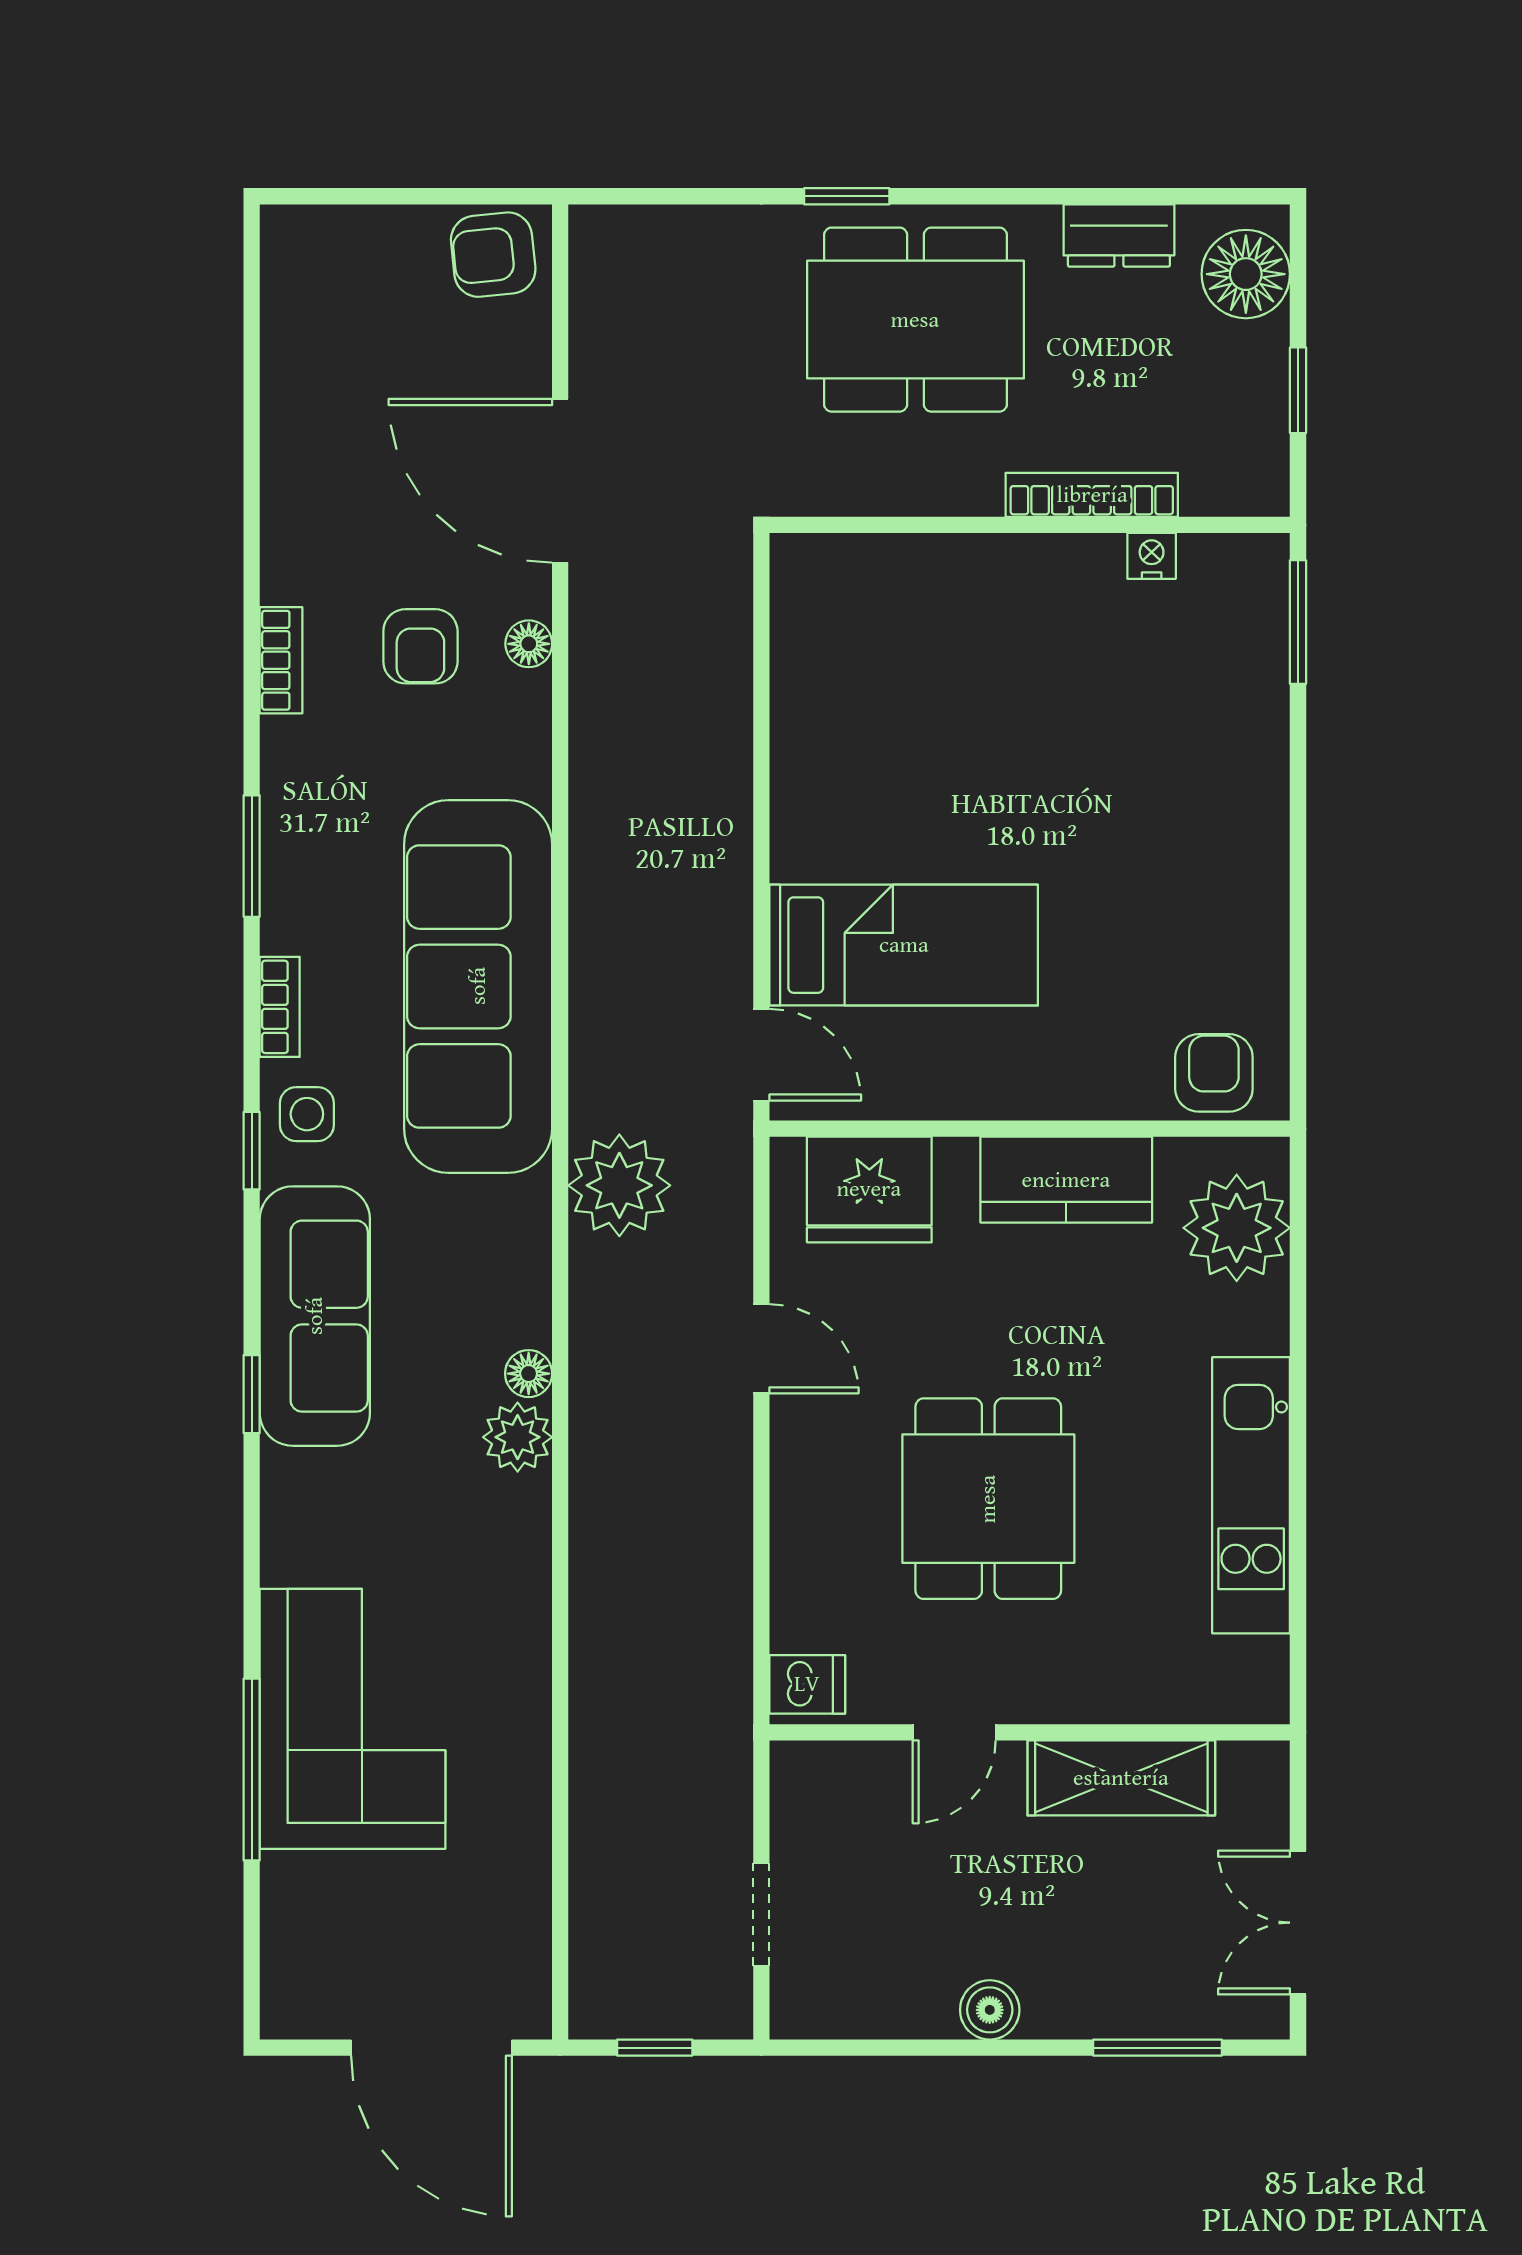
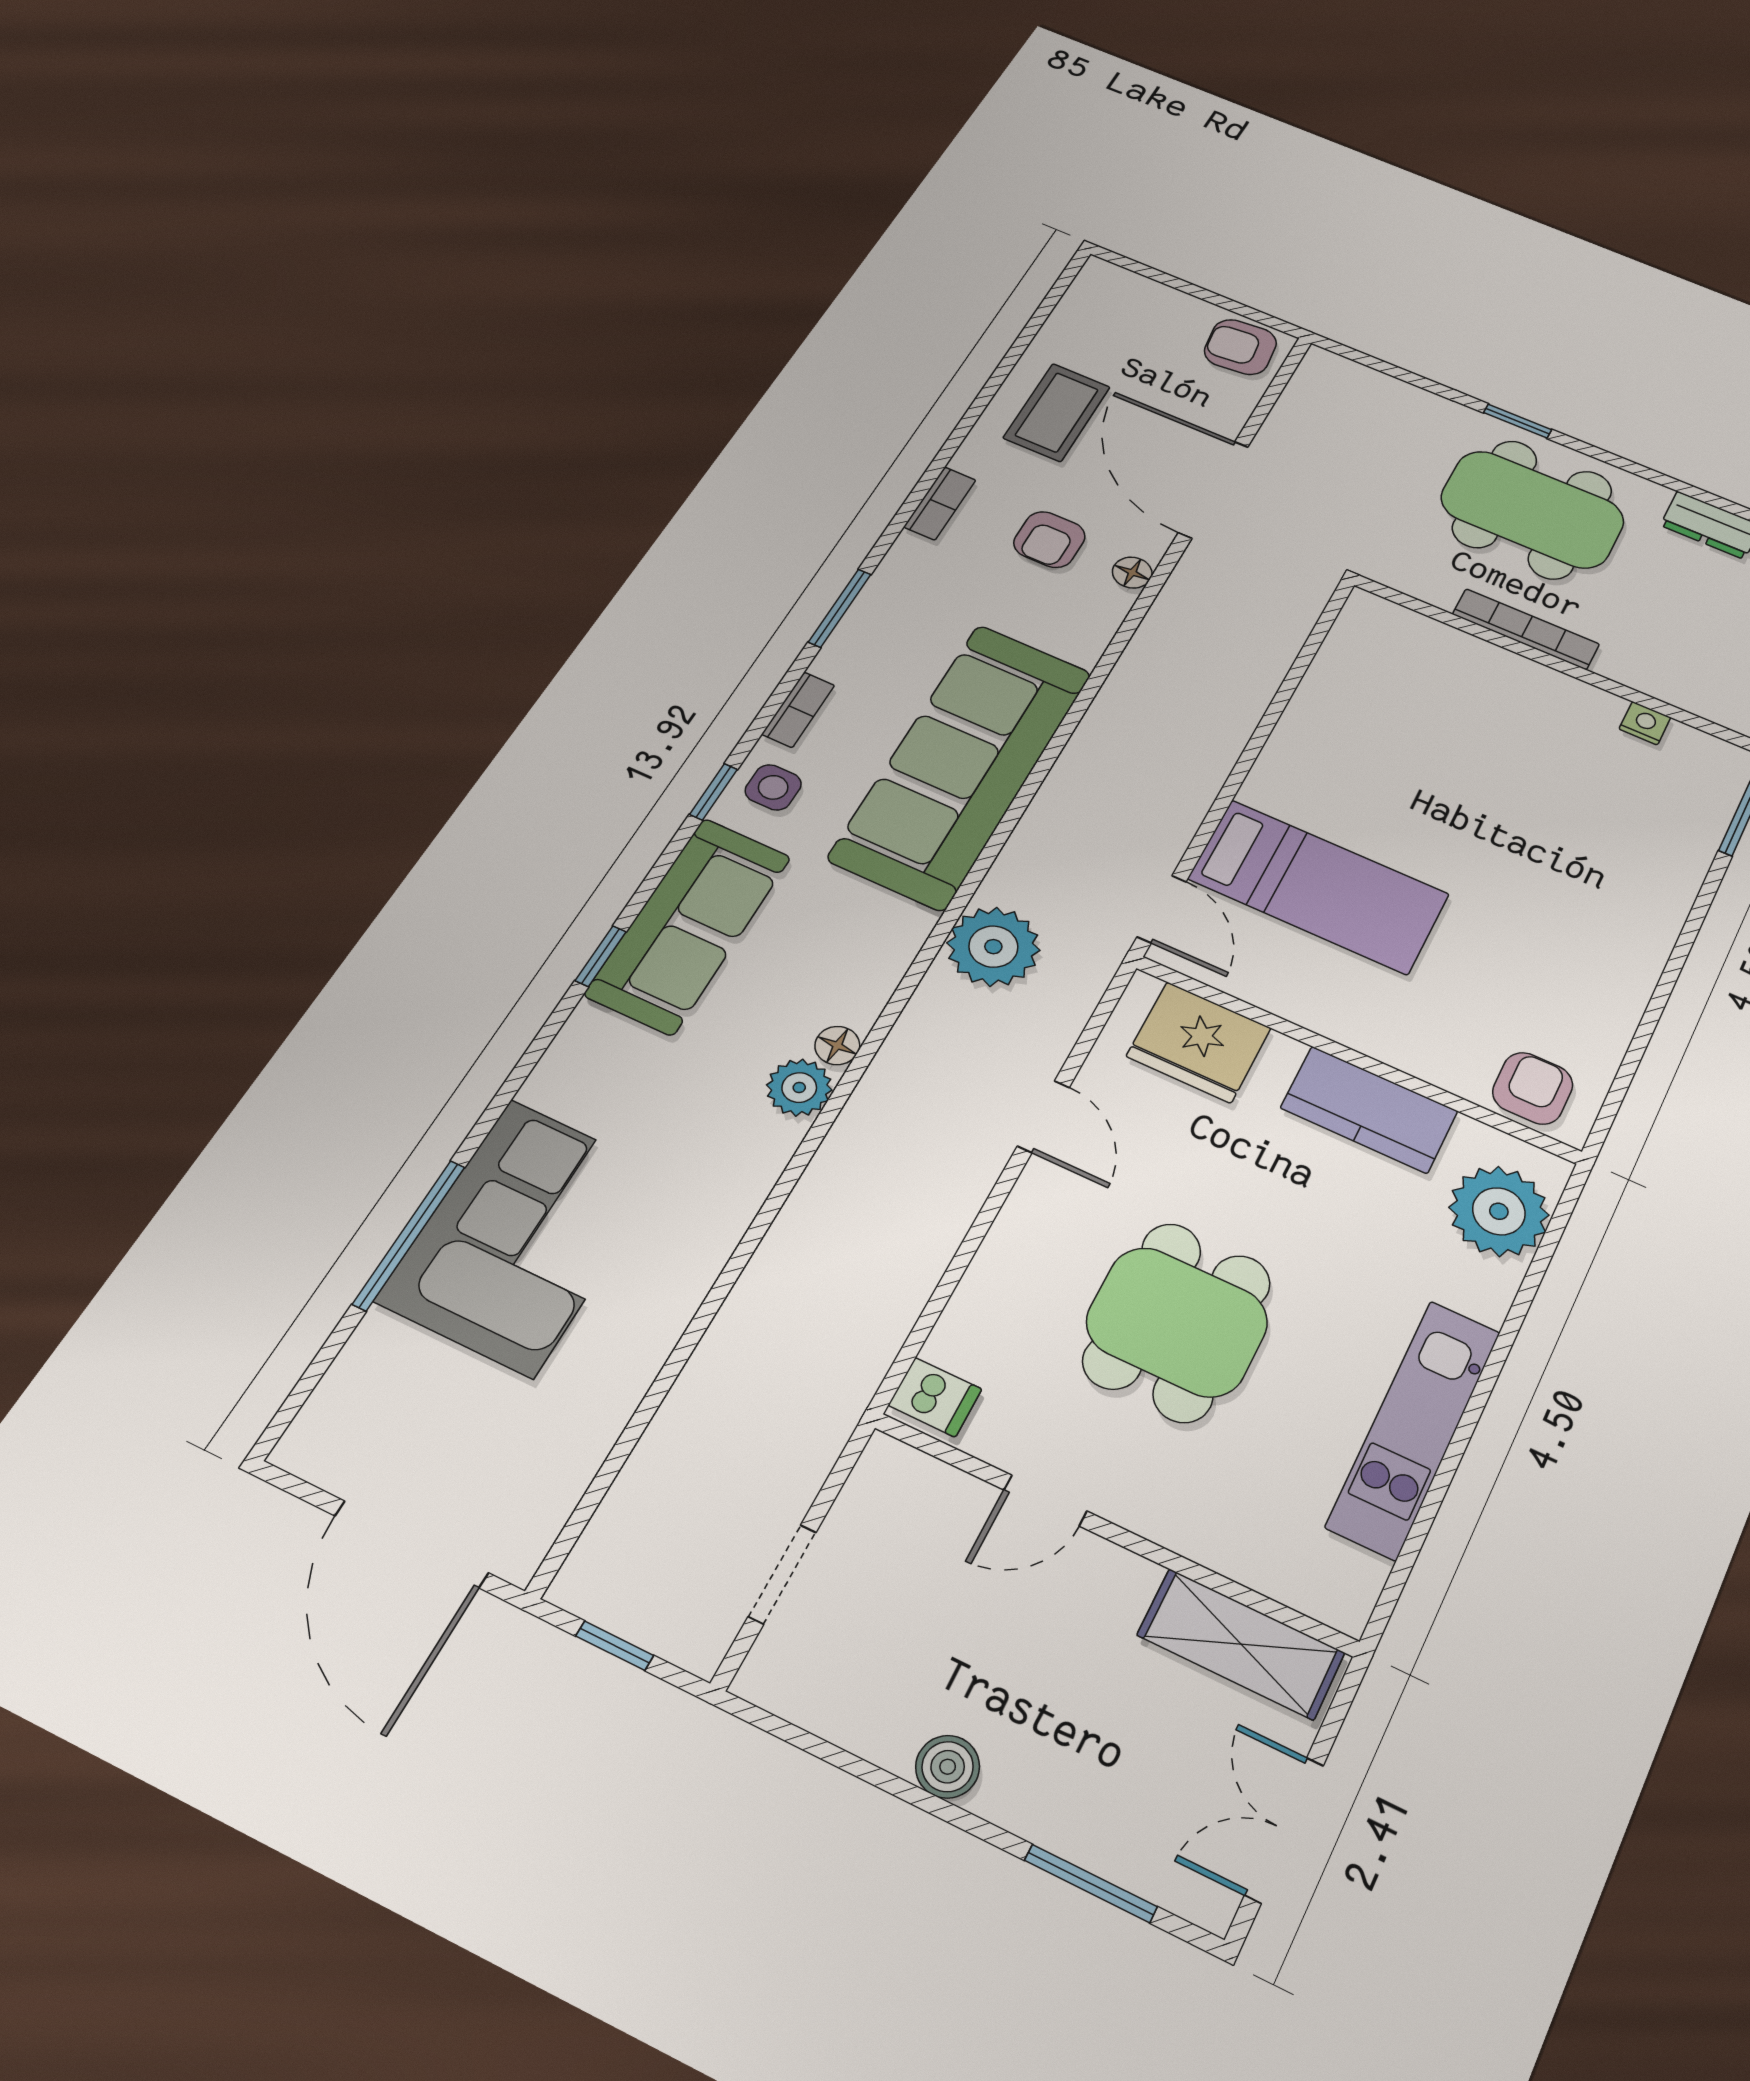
coffee table: (340, 464) -> (1057, 412), added
bookcase: (1092, 495) -> (1526, 629), moved
shelving: (1121, 1778) -> (1241, 1644), moved

